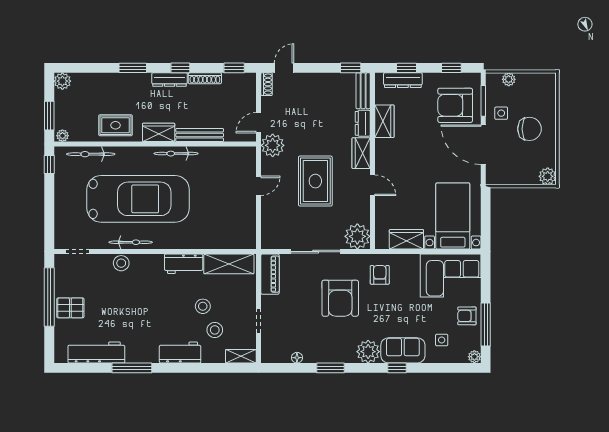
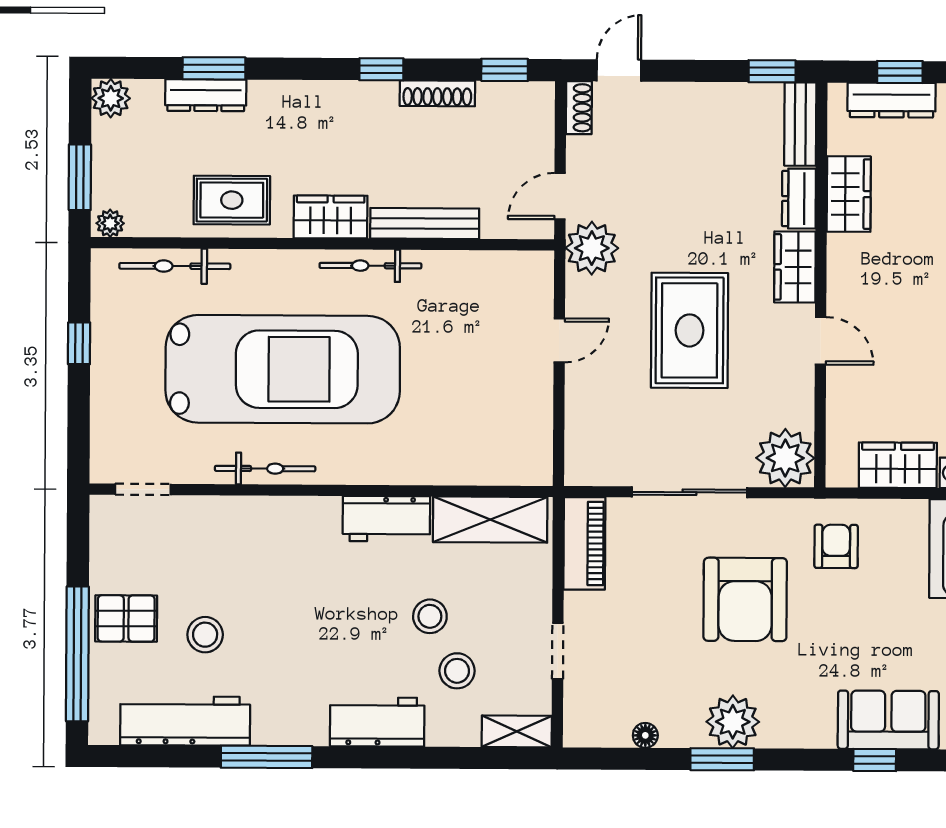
window: (133, 68) -> (214, 68), moved
dresser: (170, 80) -> (206, 95), moved
window: (49, 165) -> (79, 343), moved
stool: (121, 263) -> (205, 635), moved
window: (49, 297) -> (77, 654), moved
plant: (368, 352) -> (733, 722), moved

